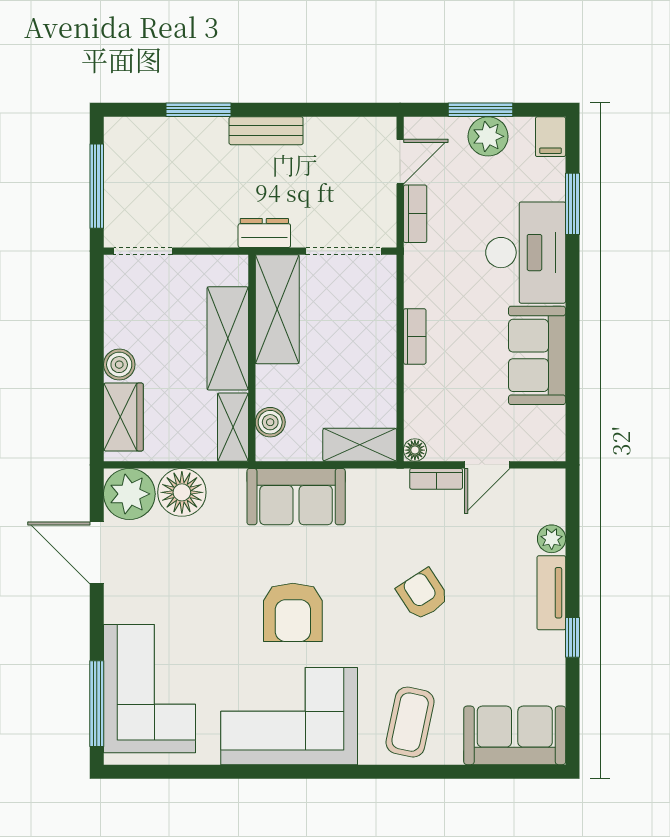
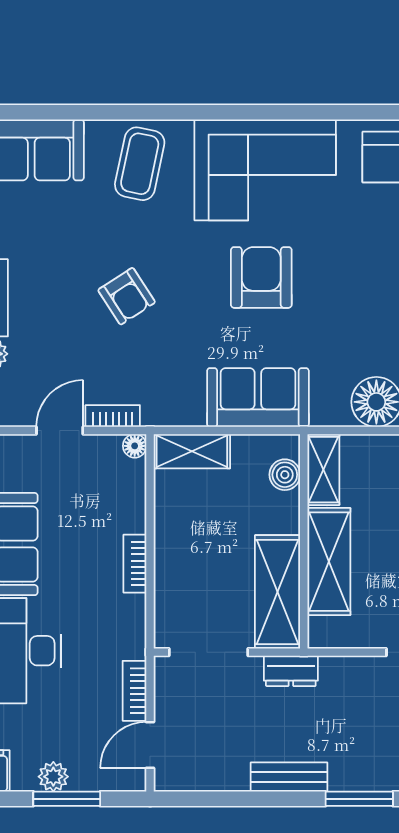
plant: (488, 136) -> (53, 777), width x0.73, depth x0.73

